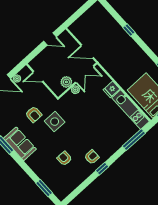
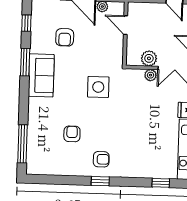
armchair: (34, 114) -> (65, 37), moved
window: (134, 140) -> (161, 183), width x0.46
window: (44, 188) -> (23, 144), width x1.44

